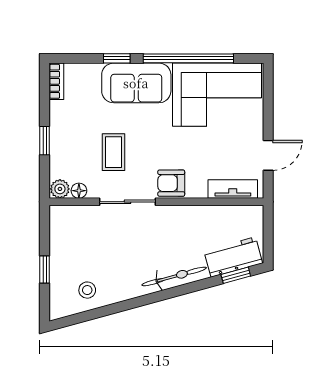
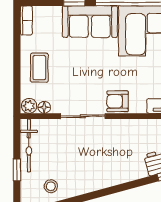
window: (45, 141) -> (17, 67), removed
coffee table: (114, 152) -> (39, 68), moved
bicycle: (174, 276) -> (29, 145), moved, turned 105

